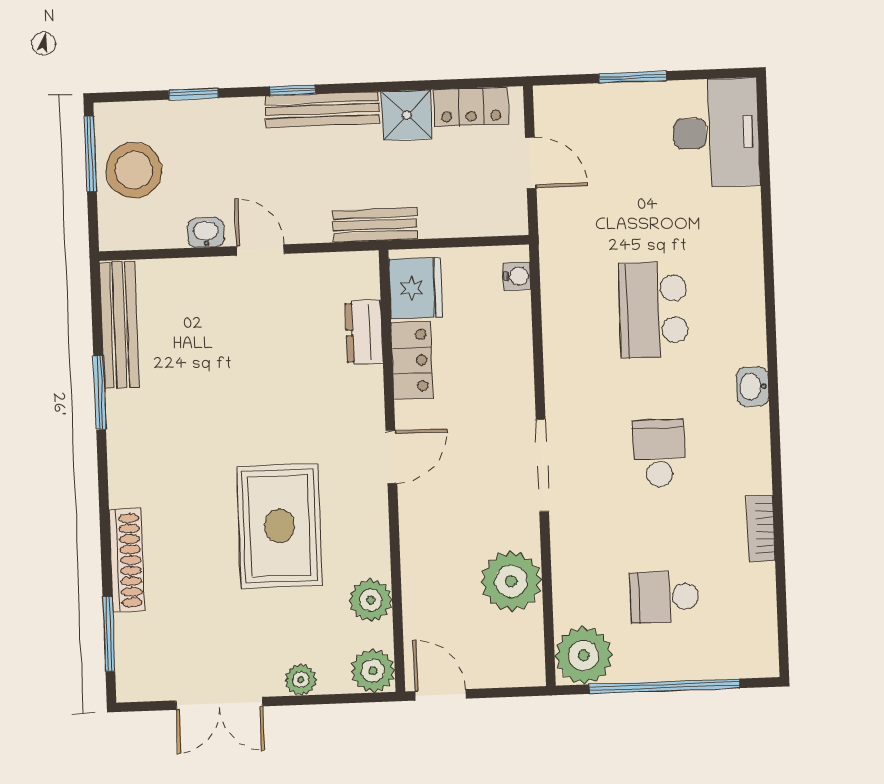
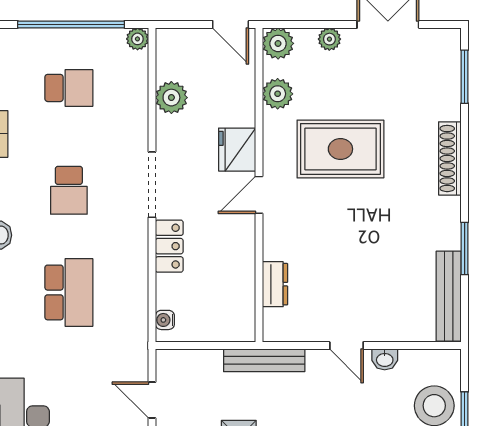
bench: (375, 225) -> (264, 360), width x1.36
fridge: (416, 288) -> (237, 150), moved
locker: (412, 360) -> (169, 246), moved, turned 180
rug: (279, 526) -> (340, 149), turned 90
shoe rack: (127, 560) -> (450, 158), moved
plant: (511, 581) -> (171, 98), width x0.73, depth x0.73
plant: (584, 655) -> (137, 39), width x0.53, depth x0.53

